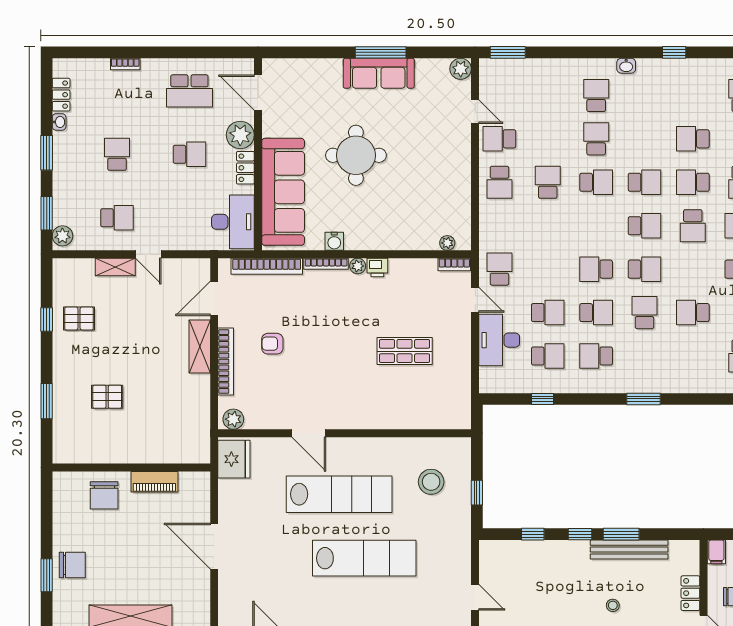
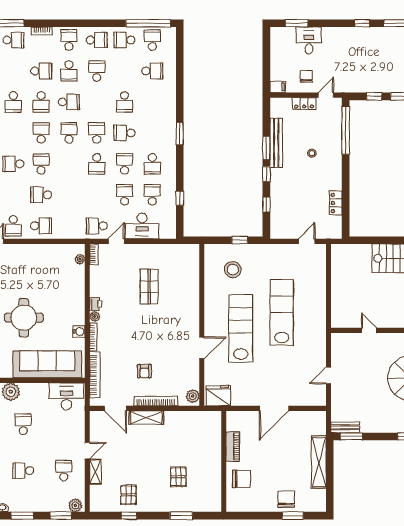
locker: (245, 168) -> (32, 388), removed

